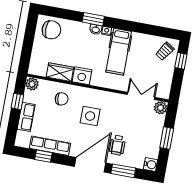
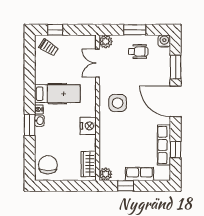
wardrobe: (60, 72) -> (89, 164), moved
chair: (62, 99) -> (115, 142), removed
side table: (90, 116) -> (118, 103), moved
wheelchair: (117, 145) -> (138, 52), moved

